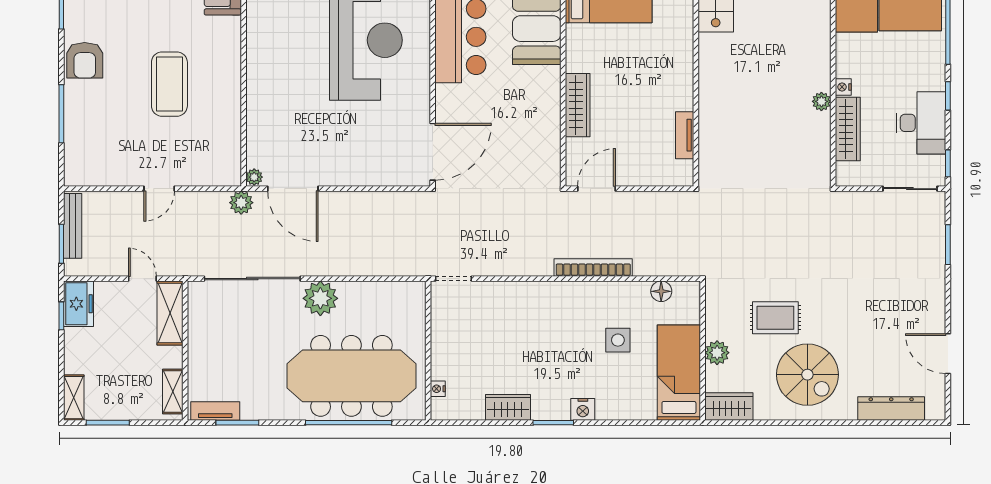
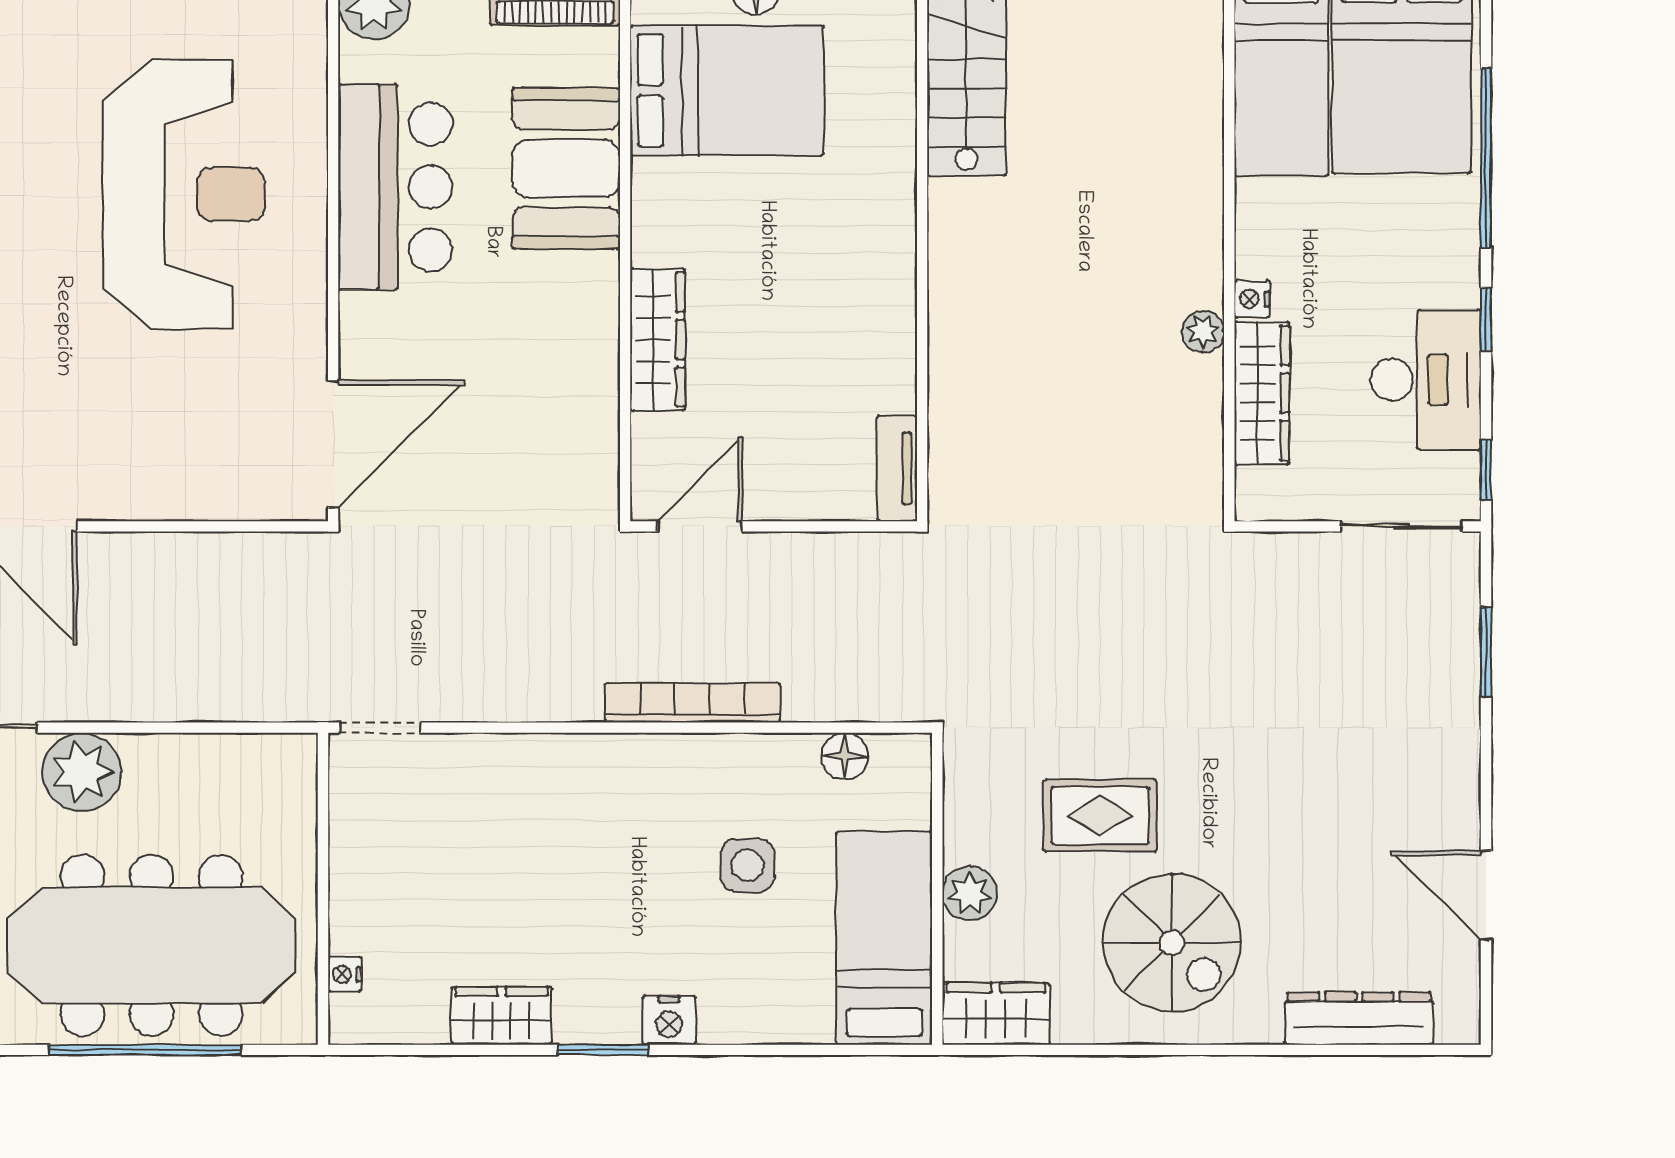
tv unit: (685, 135) -> (897, 468), moved

